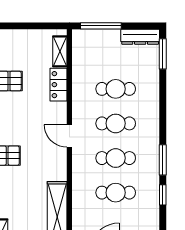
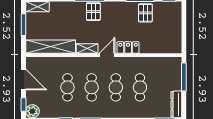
shelving: (60, 51) -> (87, 48), moved
locker: (59, 85) -> (128, 47), moved

